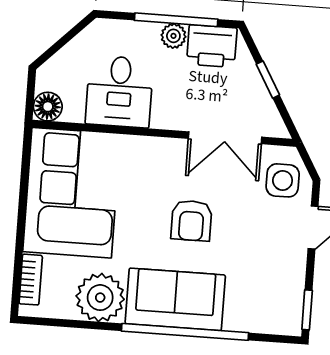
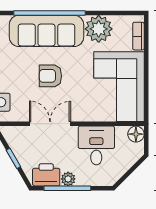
double door: (225, 138) -> (50, 124), moved
armchair: (191, 221) -> (50, 76), turned -90
sofa: (175, 299) -> (46, 31), width x1.36

